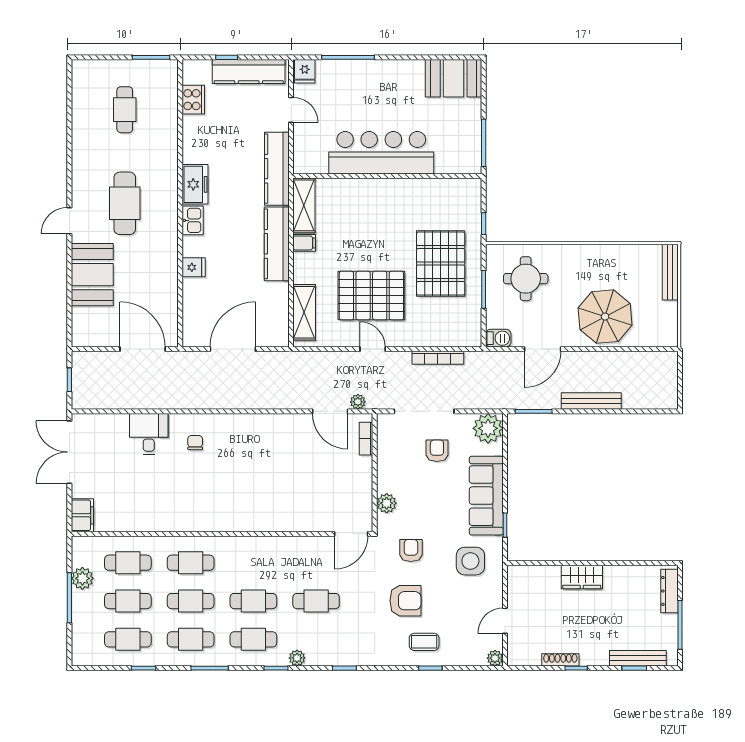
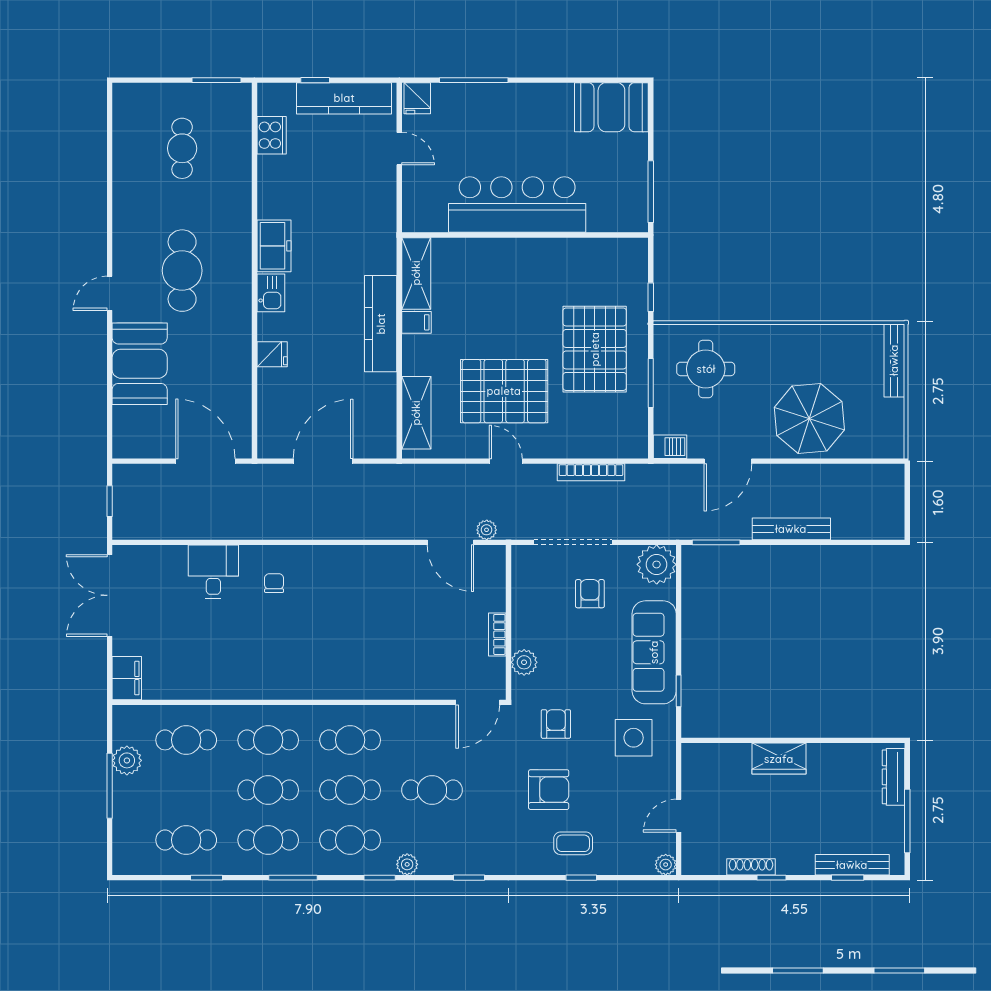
kitchen counter: (277, 169) -> (381, 225), removed
bookcase: (366, 439) -> (497, 634), moved
cafe table: (128, 601) -> (350, 740), moved

